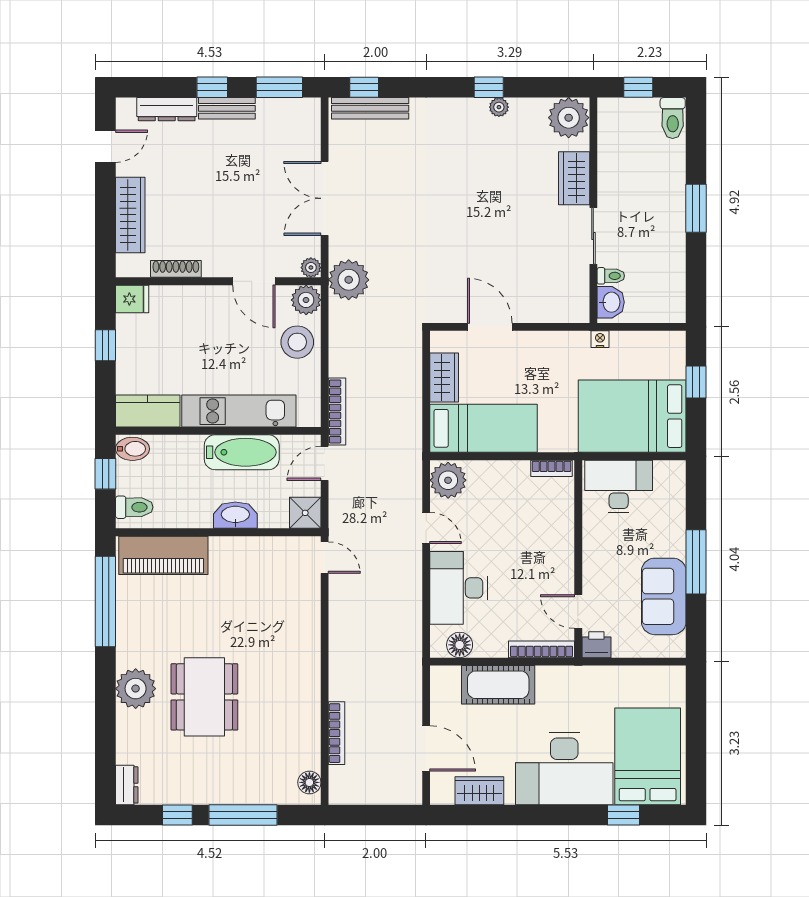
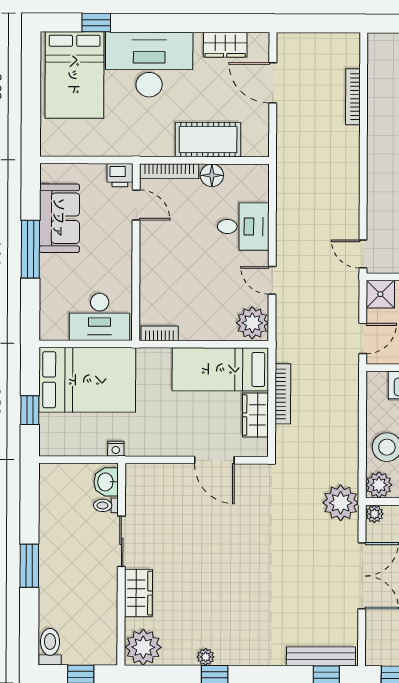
bookcase: (337, 411) -> (283, 394), moved, turned 180
desk: (459, 588) -> (243, 227), width x0.73
floor lamp: (460, 645) -> (212, 175), moved
floor lamp: (309, 782) -> (377, 53), removed

